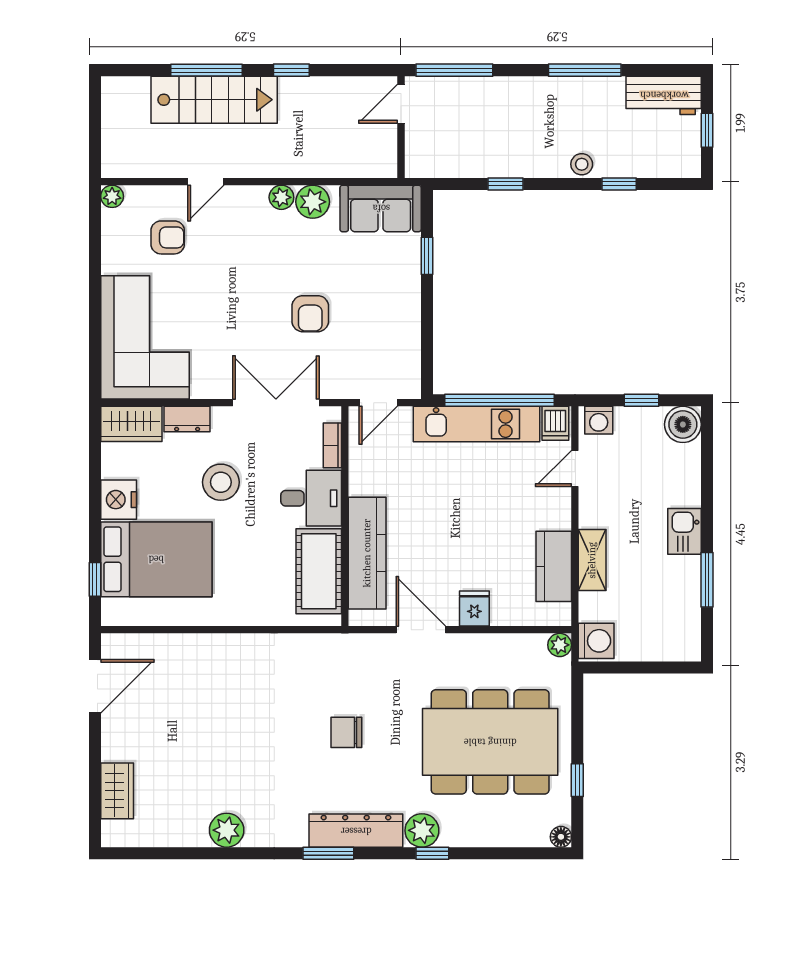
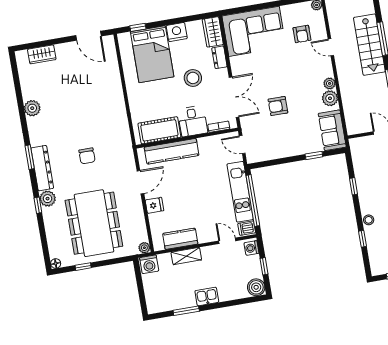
chair: (346, 732) -> (87, 156), turned 180

